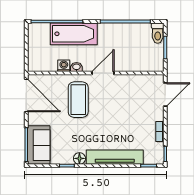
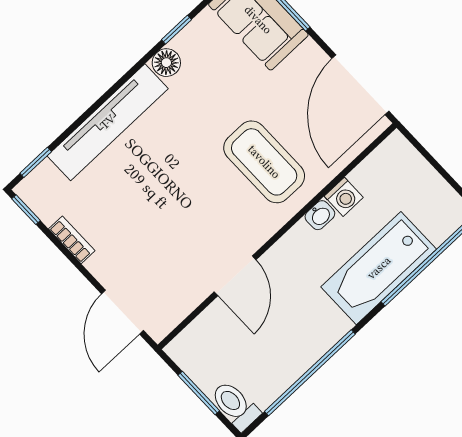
door: (103, 73) -> (235, 276), moved
door: (26, 95) -> (360, 85), hinge flipped

